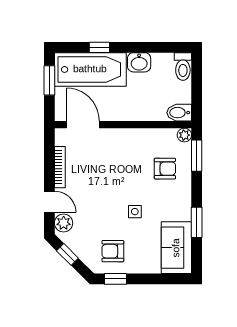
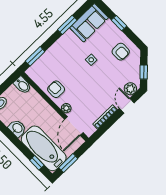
window: (99, 47) -> (37, 163), moved
plant: (184, 135) -> (66, 108), moved
armchair: (165, 169) -> (56, 89), moved
window: (116, 279) -> (119, 23), moved

